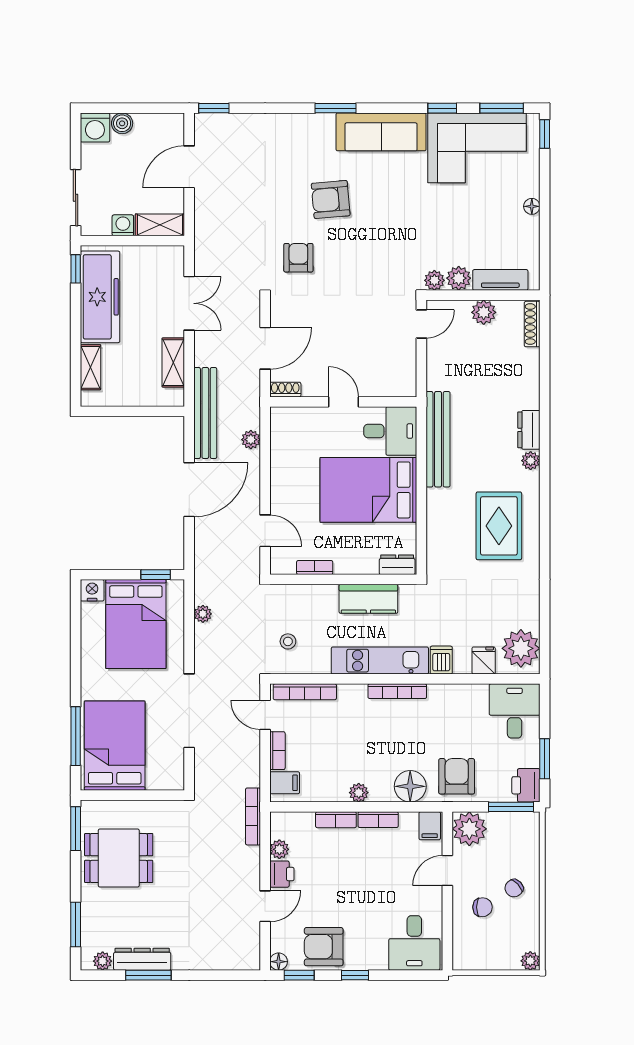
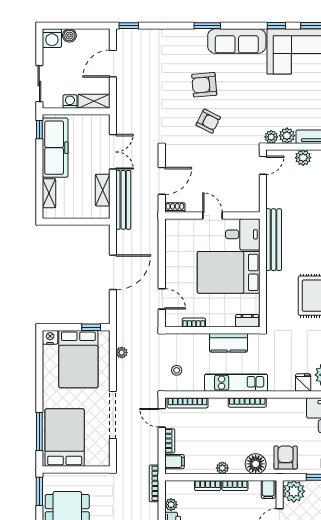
armchair: (298, 258) -> (208, 121), moved, turned 117
bench: (205, 413) -> (123, 200), moved
plant: (251, 440) -> (153, 240), removed
dishwasher: (441, 660) -> (276, 382), removed

